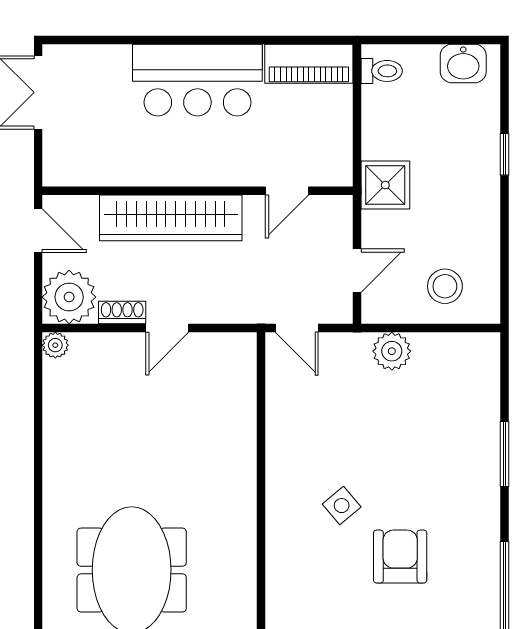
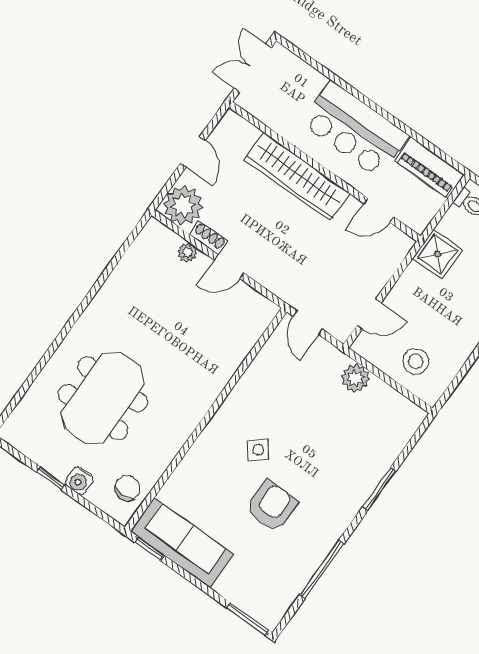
shower: (385, 185) -> (438, 254), moved
wall: (198, 191) -> (325, 172), moved
door: (287, 191) -> (379, 210), moved
wardrobe: (171, 218) -> (297, 176), moved
plant: (55, 345) -> (187, 253), moved

